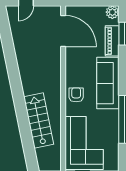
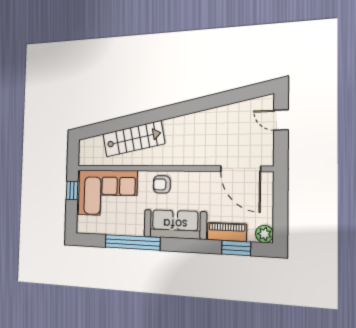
door: (63, 31) -> (240, 169), hinge flipped
armchair: (76, 95) -> (162, 184), turned 180

